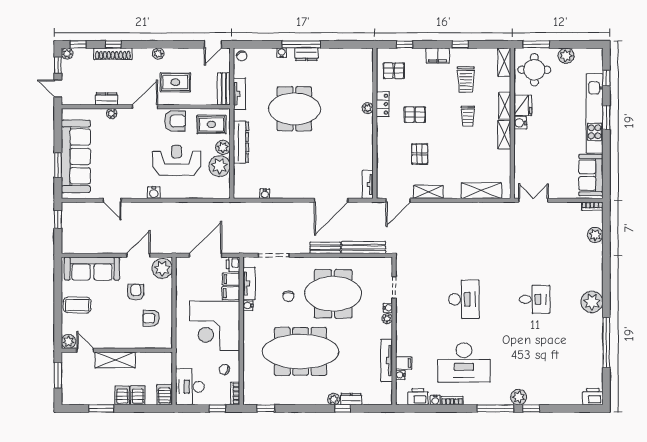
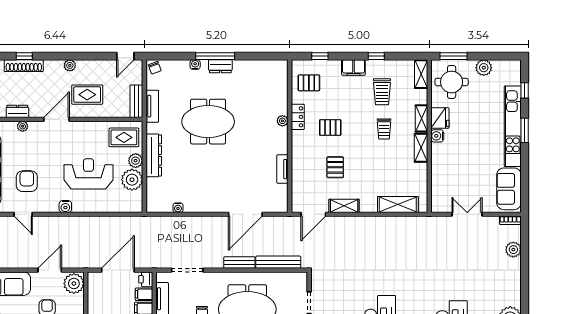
armchair: (175, 121) -> (27, 181), moved, turned -90
tv unit: (368, 184) -> (282, 169), moved
double door: (533, 200) -> (467, 214), moved

